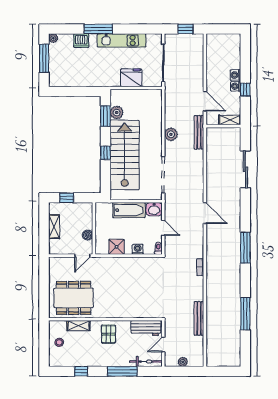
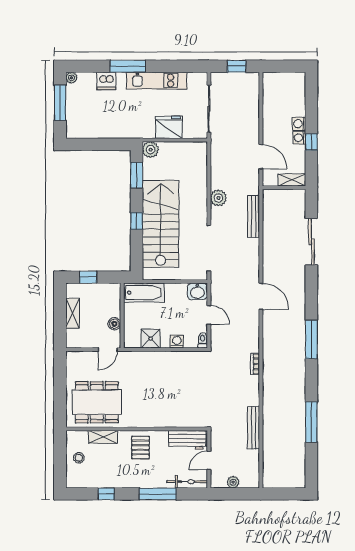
plant: (117, 113) -> (151, 150), moved
bench: (199, 132) -> (253, 216), moved
bathtub: (129, 210) -> (144, 293), moved

